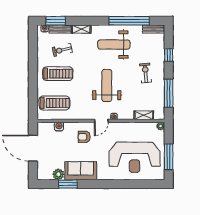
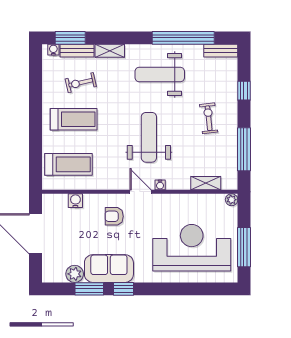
door: (101, 121) -> (141, 192), swing flipped
reception desk: (135, 157) -> (192, 248), turned 180
window: (90, 184) -> (123, 289), added

